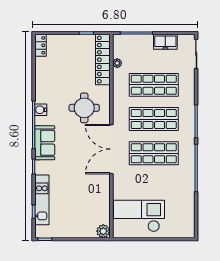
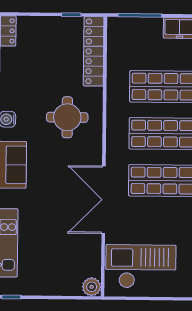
plant: (117, 63) -> (113, 56), removed
double door: (111, 149) -> (104, 200), moved

